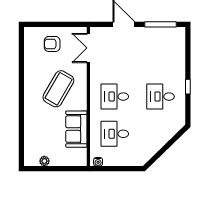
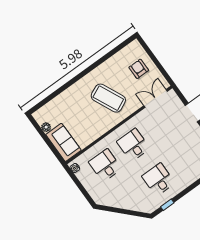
window: (188, 87) -> (167, 205), moved
coffee table: (58, 89) -> (108, 98), turned 35
sofa: (76, 129) -> (63, 142), moved, turned 90

